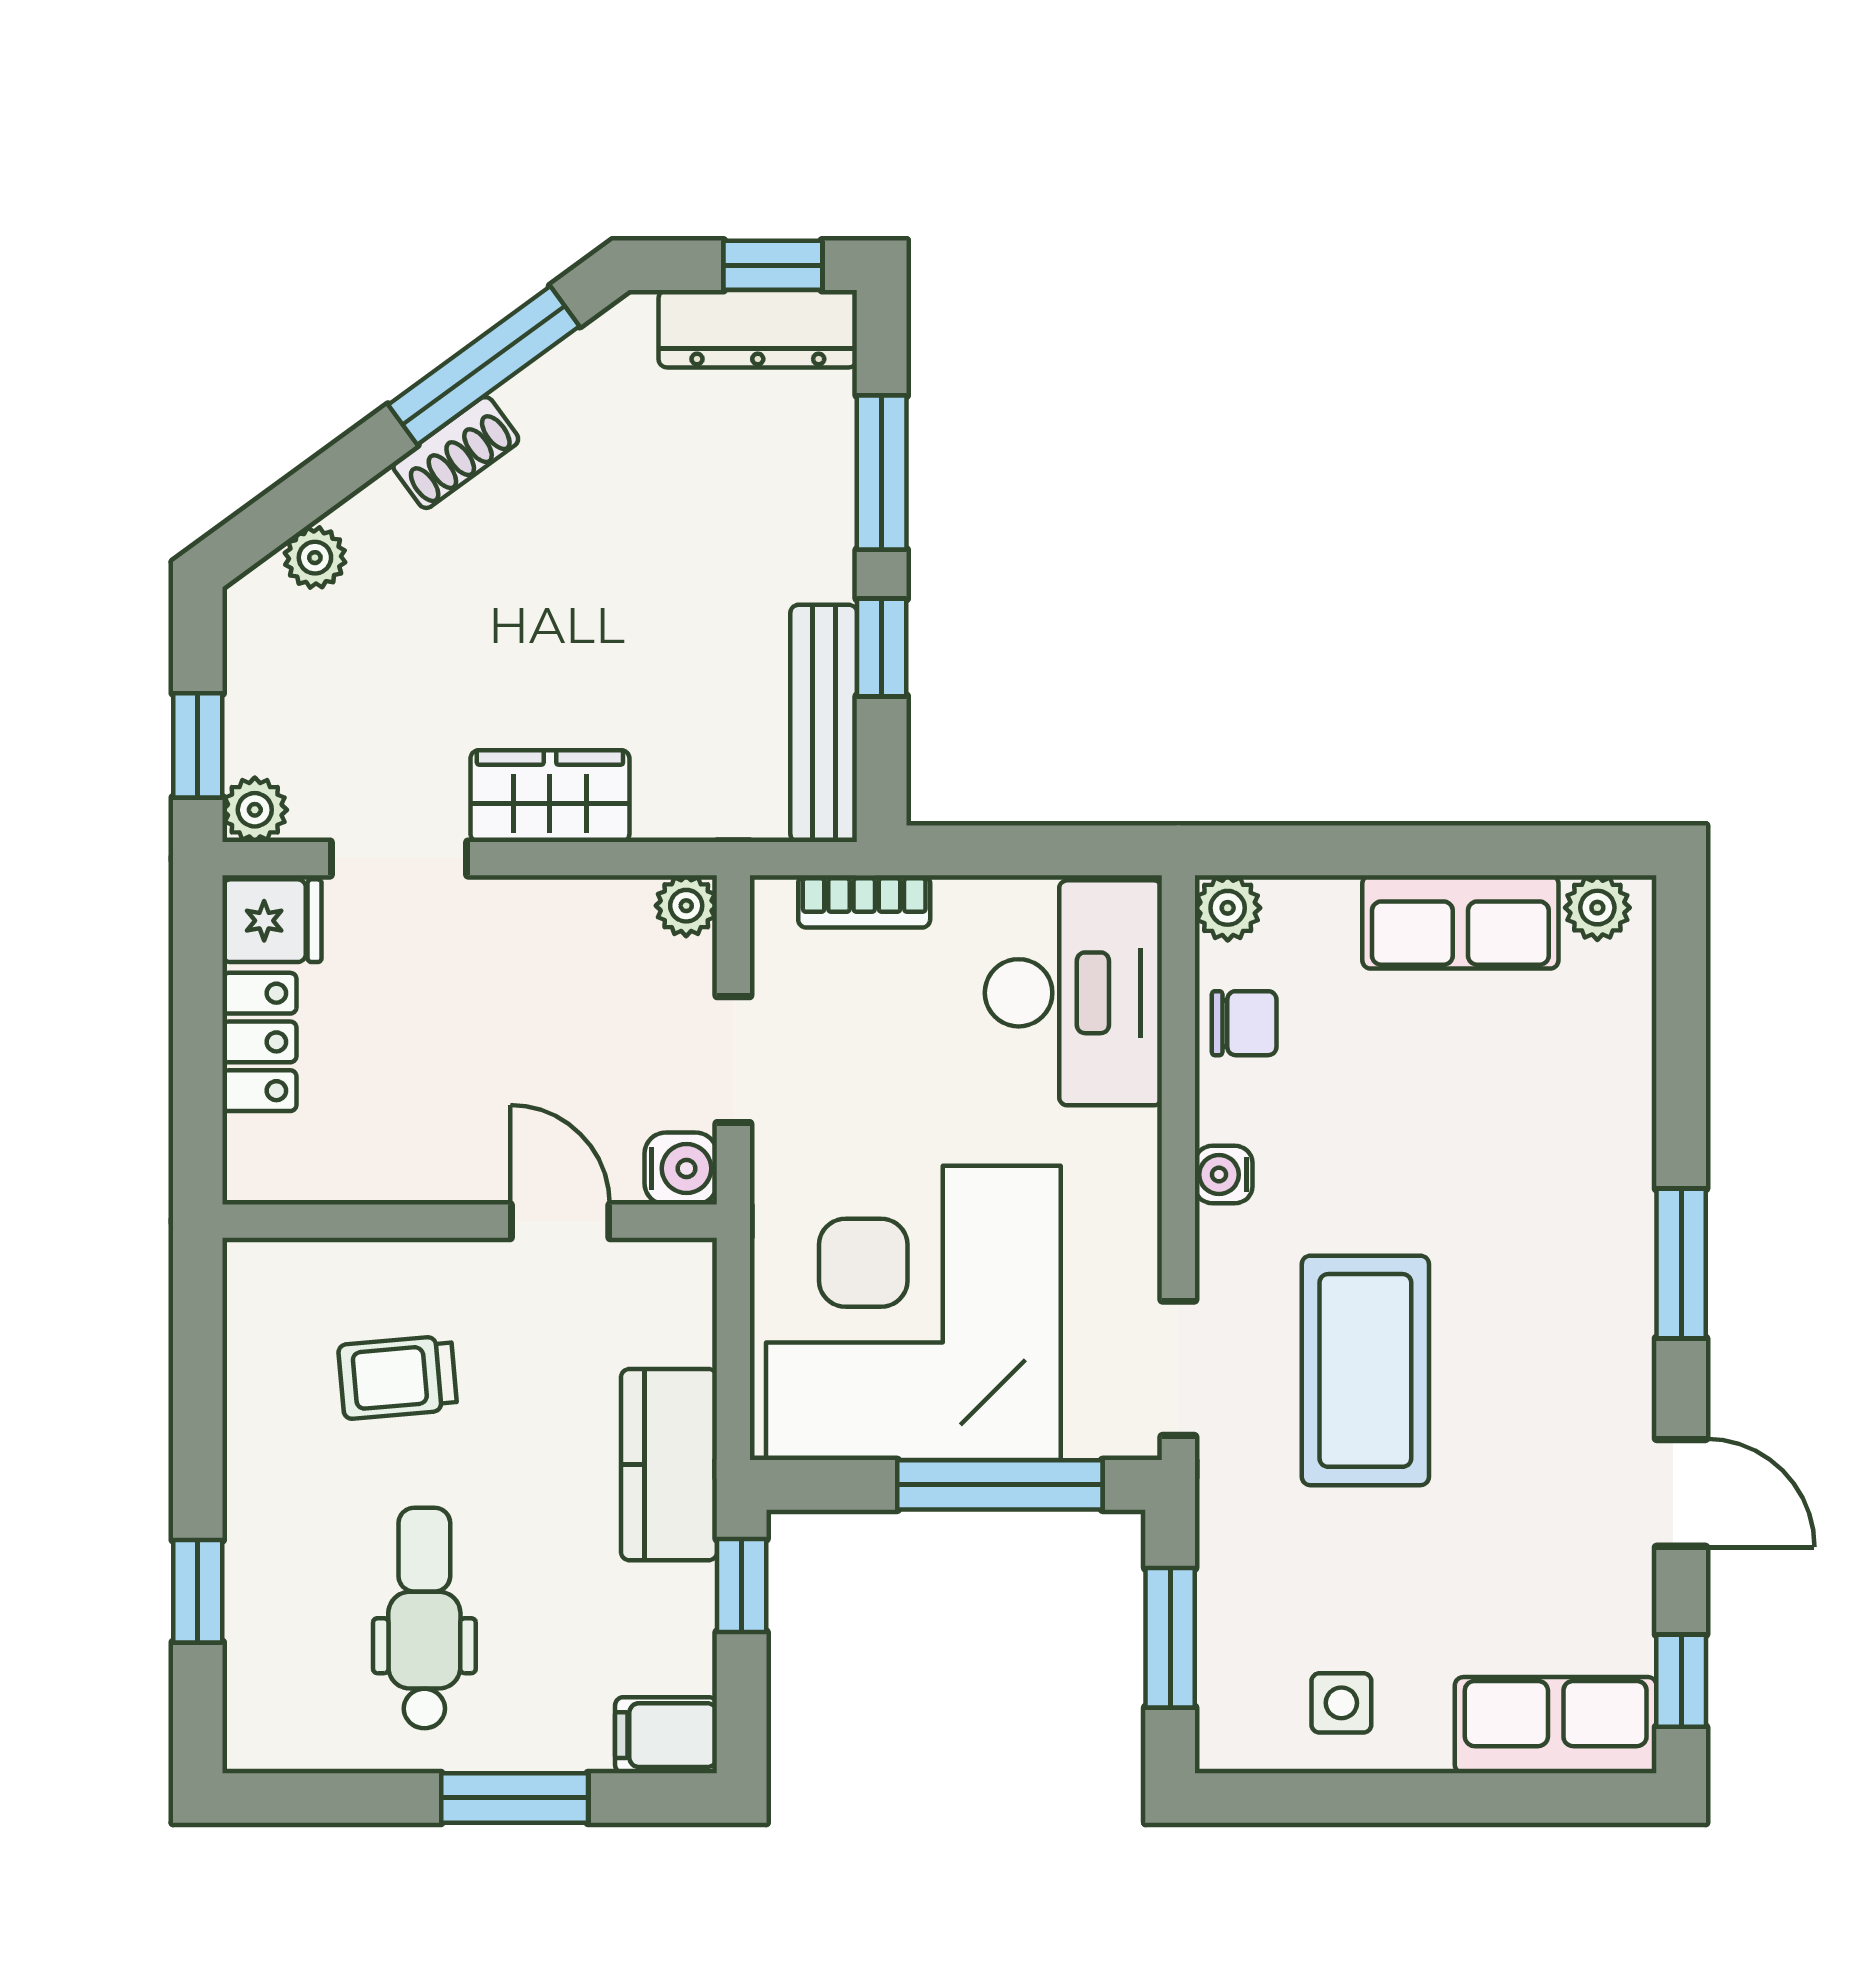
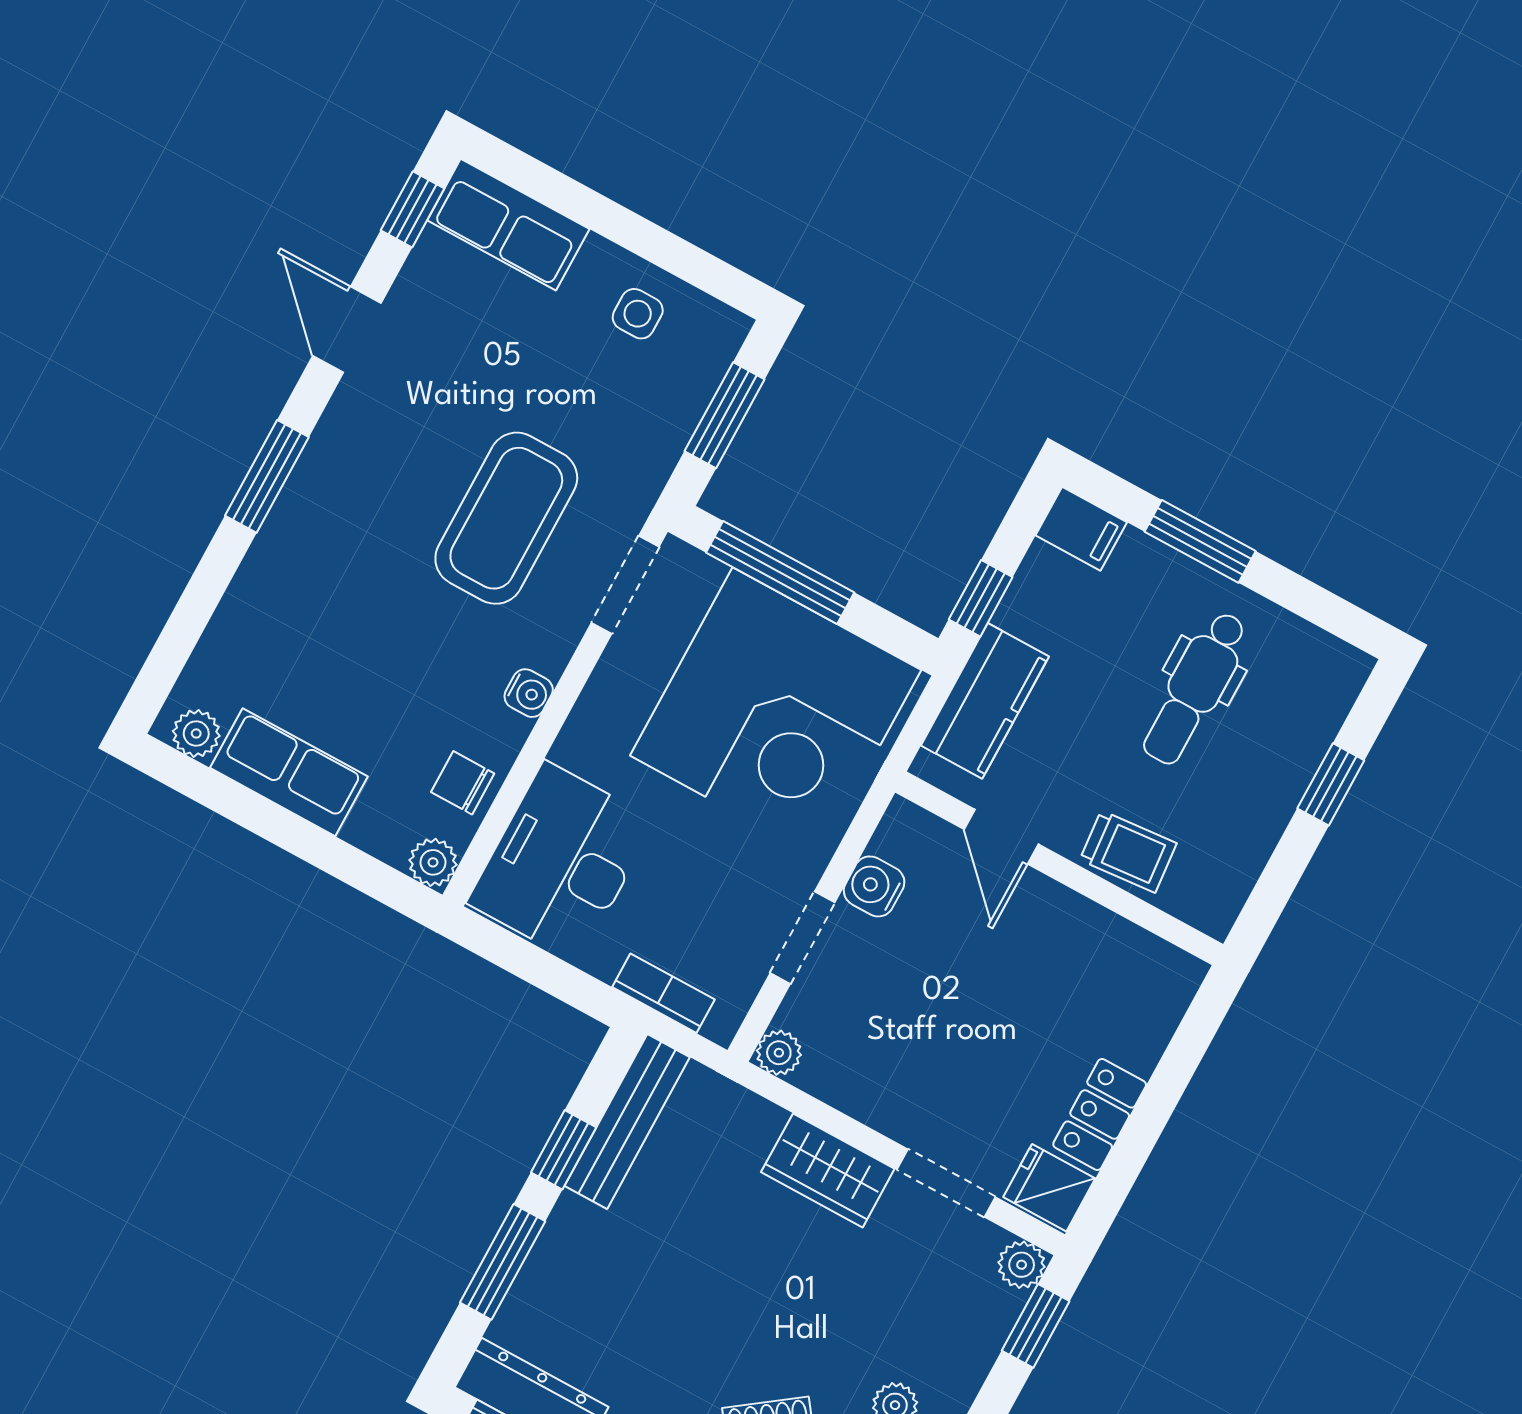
wall: (470, 1221) -> (1059, 868), moved
door: (560, 1221) -> (1001, 837), moved

